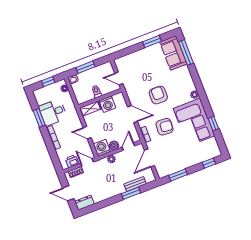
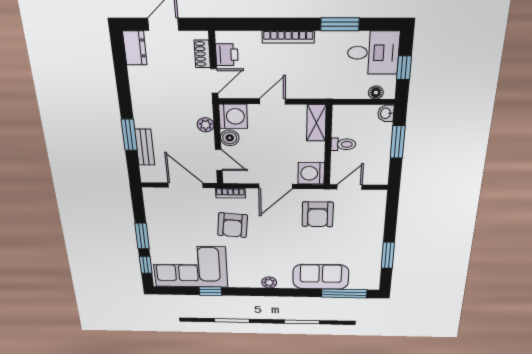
sofa: (173, 53) -> (321, 277), moved
armchair: (158, 95) -> (318, 214), moved, turned 90
washing machine: (107, 104) -> (311, 173), moved
desk: (53, 112) -> (373, 53), moved, turned 90
corner sofa: (194, 122) -> (190, 267), moved
window: (178, 175) -> (142, 236), moved

